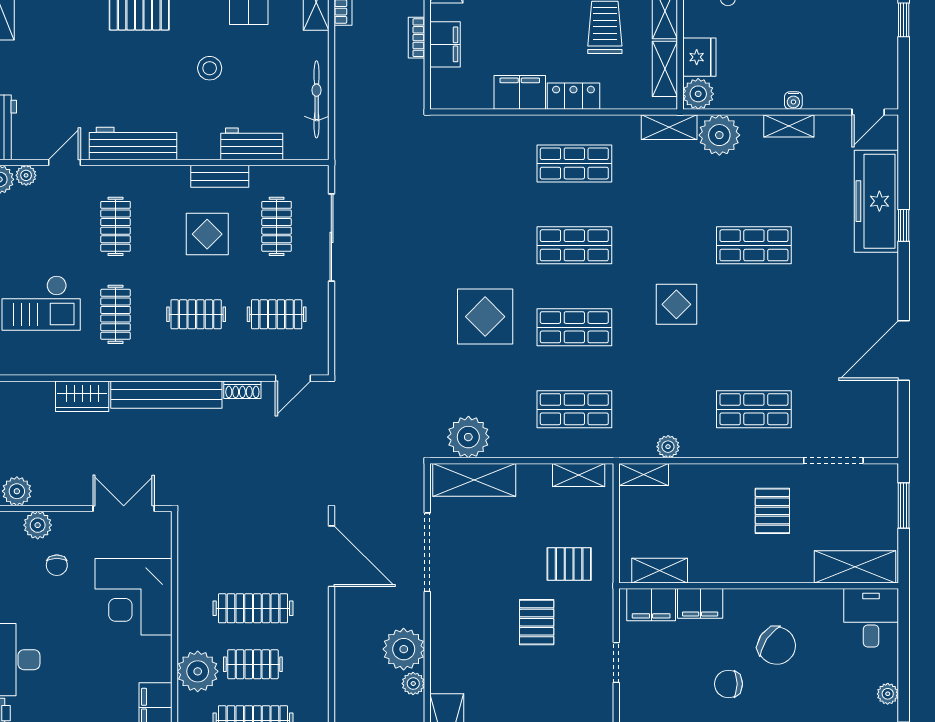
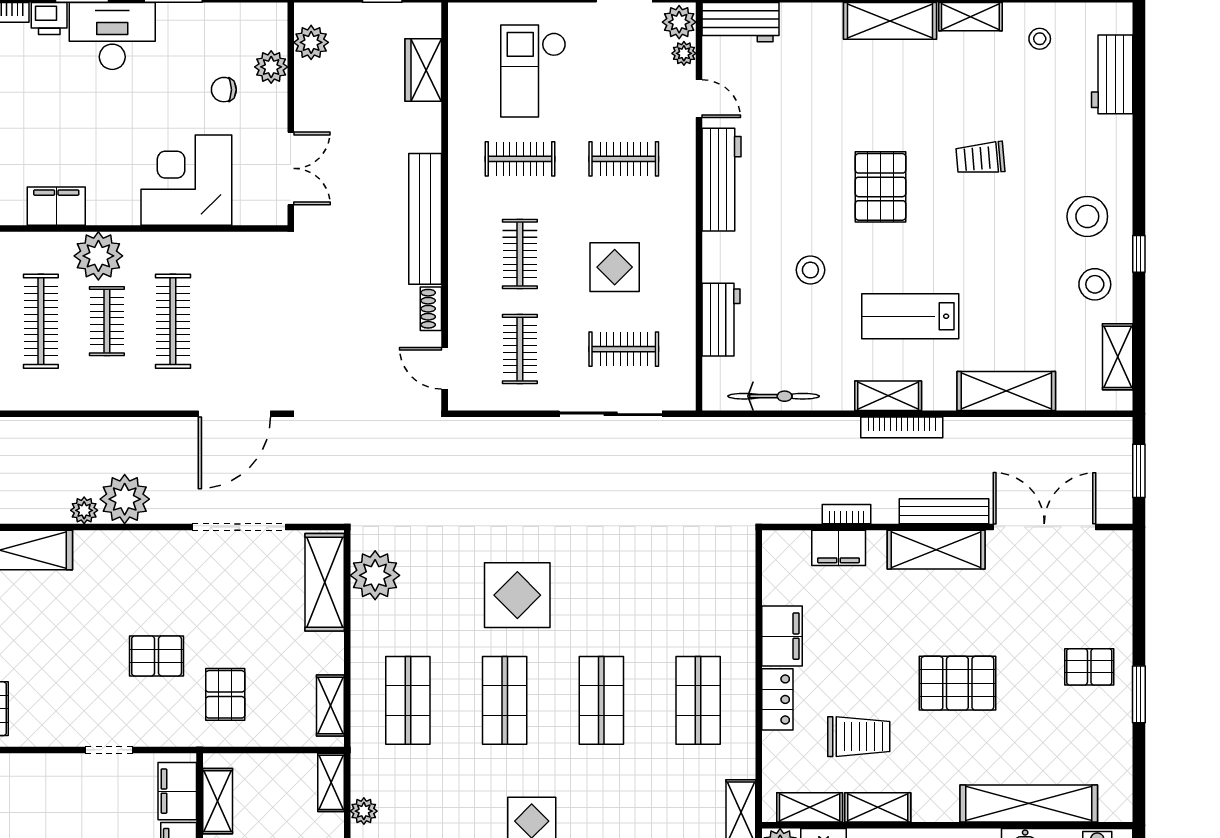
bench: (220, 176) -> (683, 282), removed
wardrobe: (82, 396) -> (423, 70), moved

